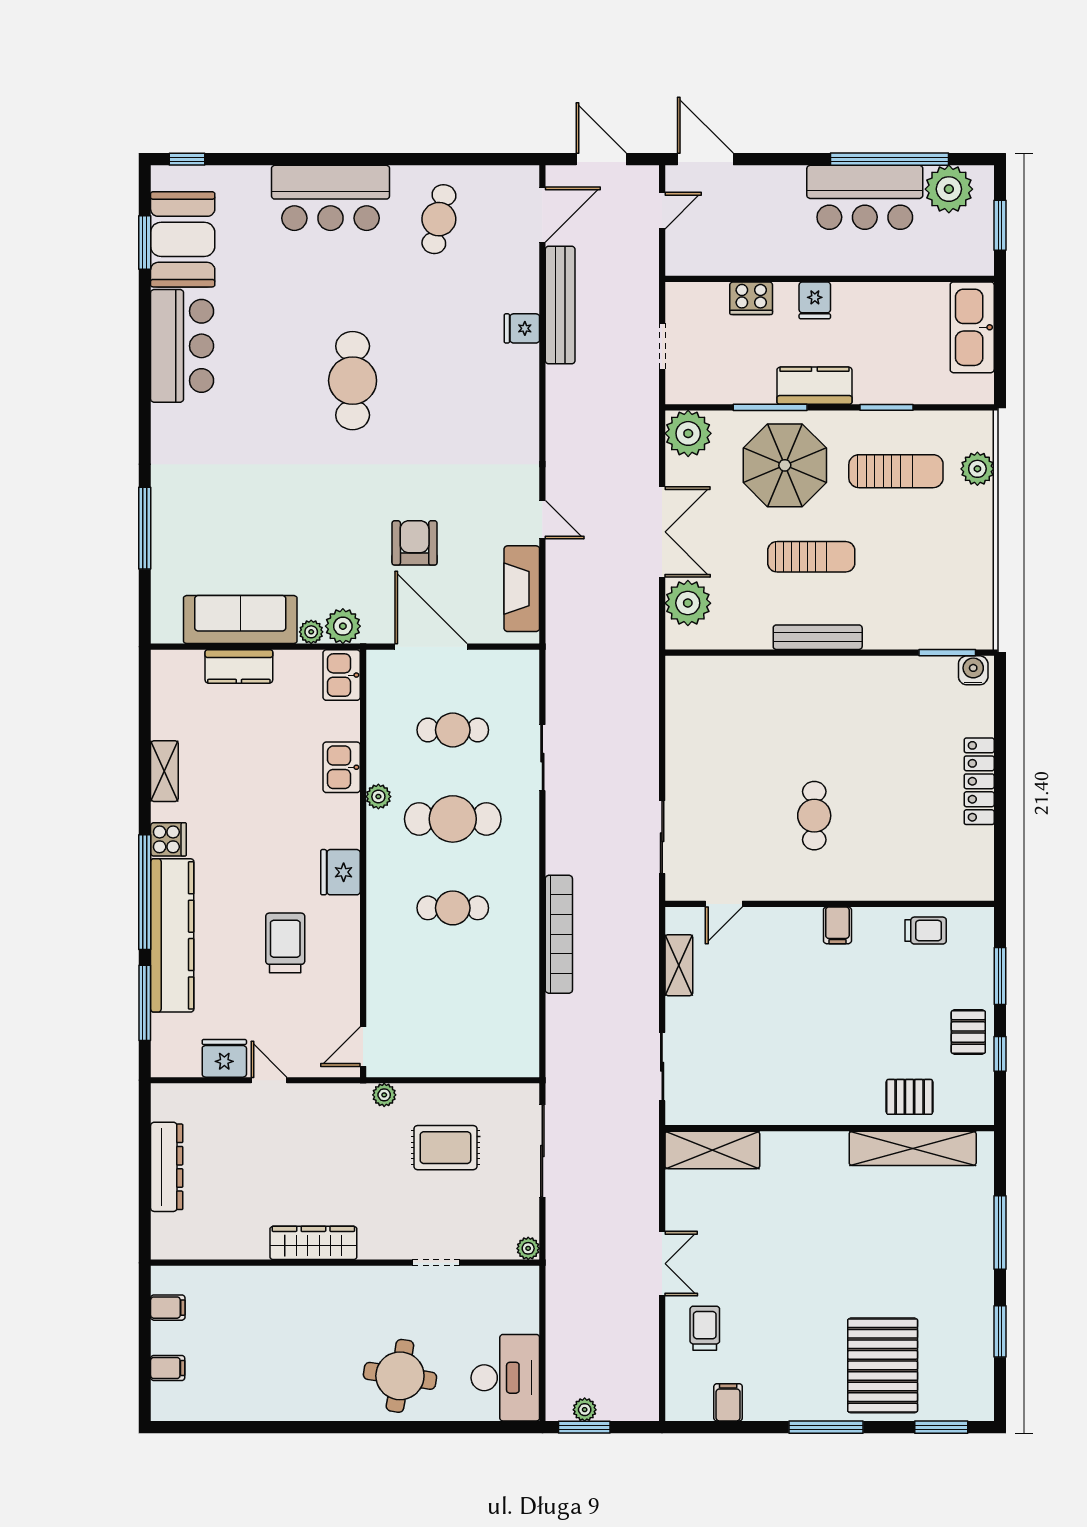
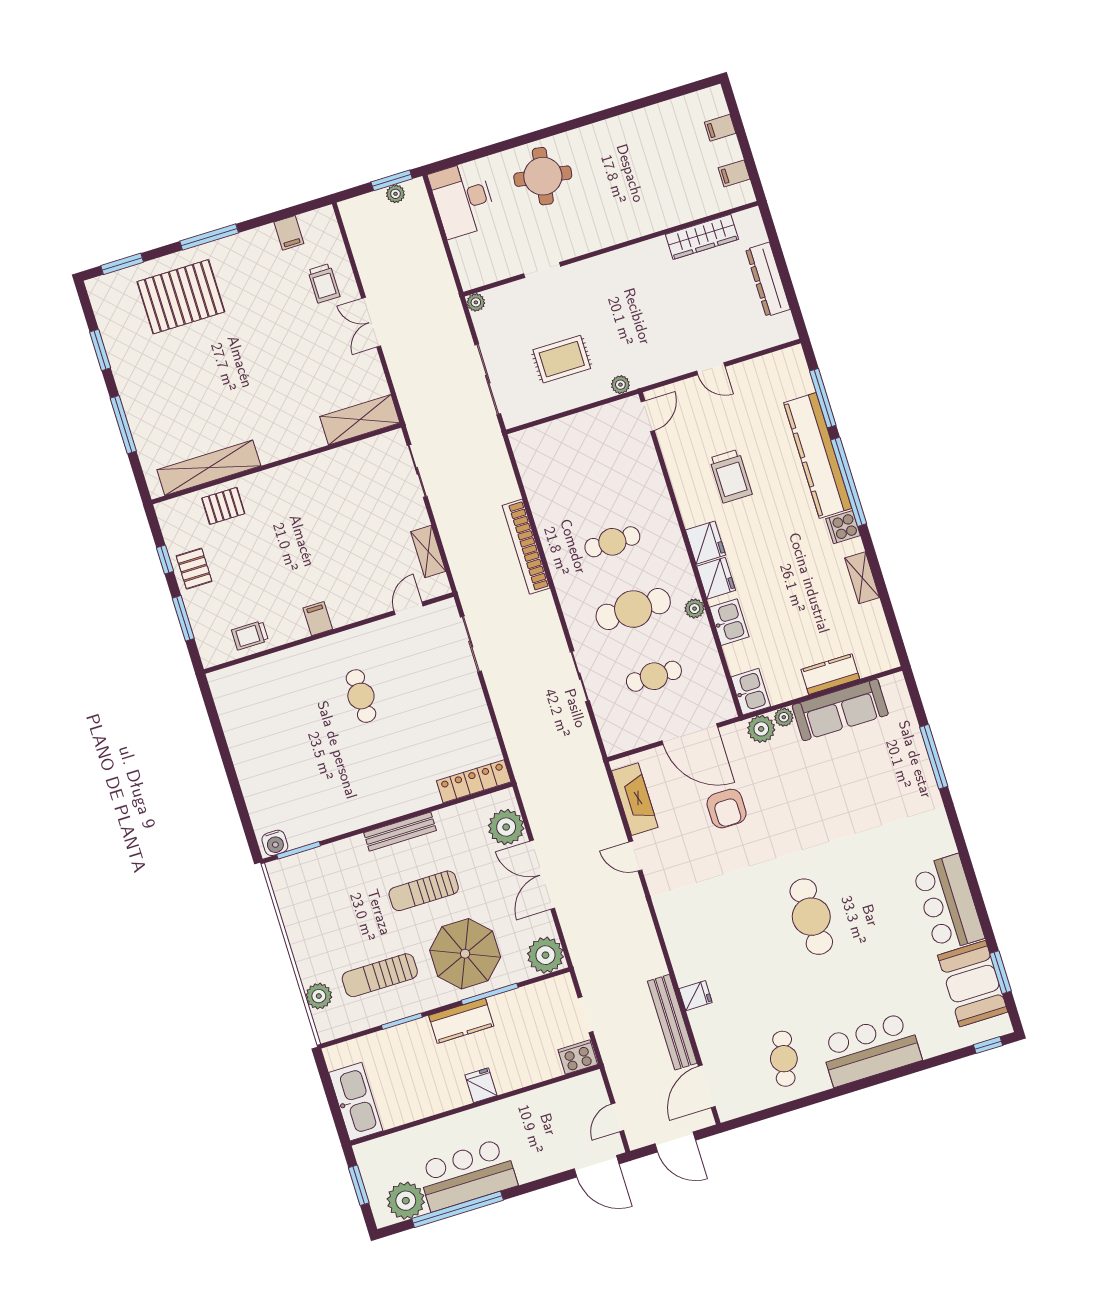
cooker: (751, 298) -> (578, 1057), moved
locker: (979, 781) -> (474, 781), moved, turned -90
fridge: (224, 1058) -> (716, 578), moved, turned -90
wardrobe: (313, 1243) -> (702, 237), moved
pallet: (883, 1365) -> (181, 297), turned 90

